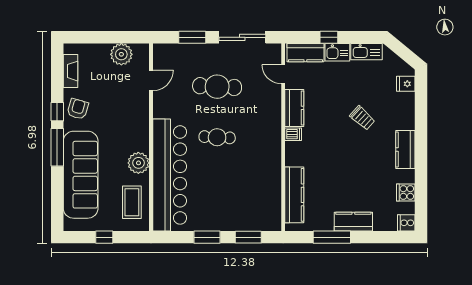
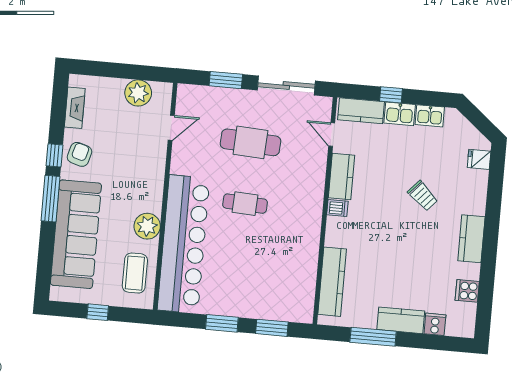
kitchen sink: (366, 52) -> (430, 116), width x0.73
cooker: (406, 223) -> (435, 324), moved, turned 90

